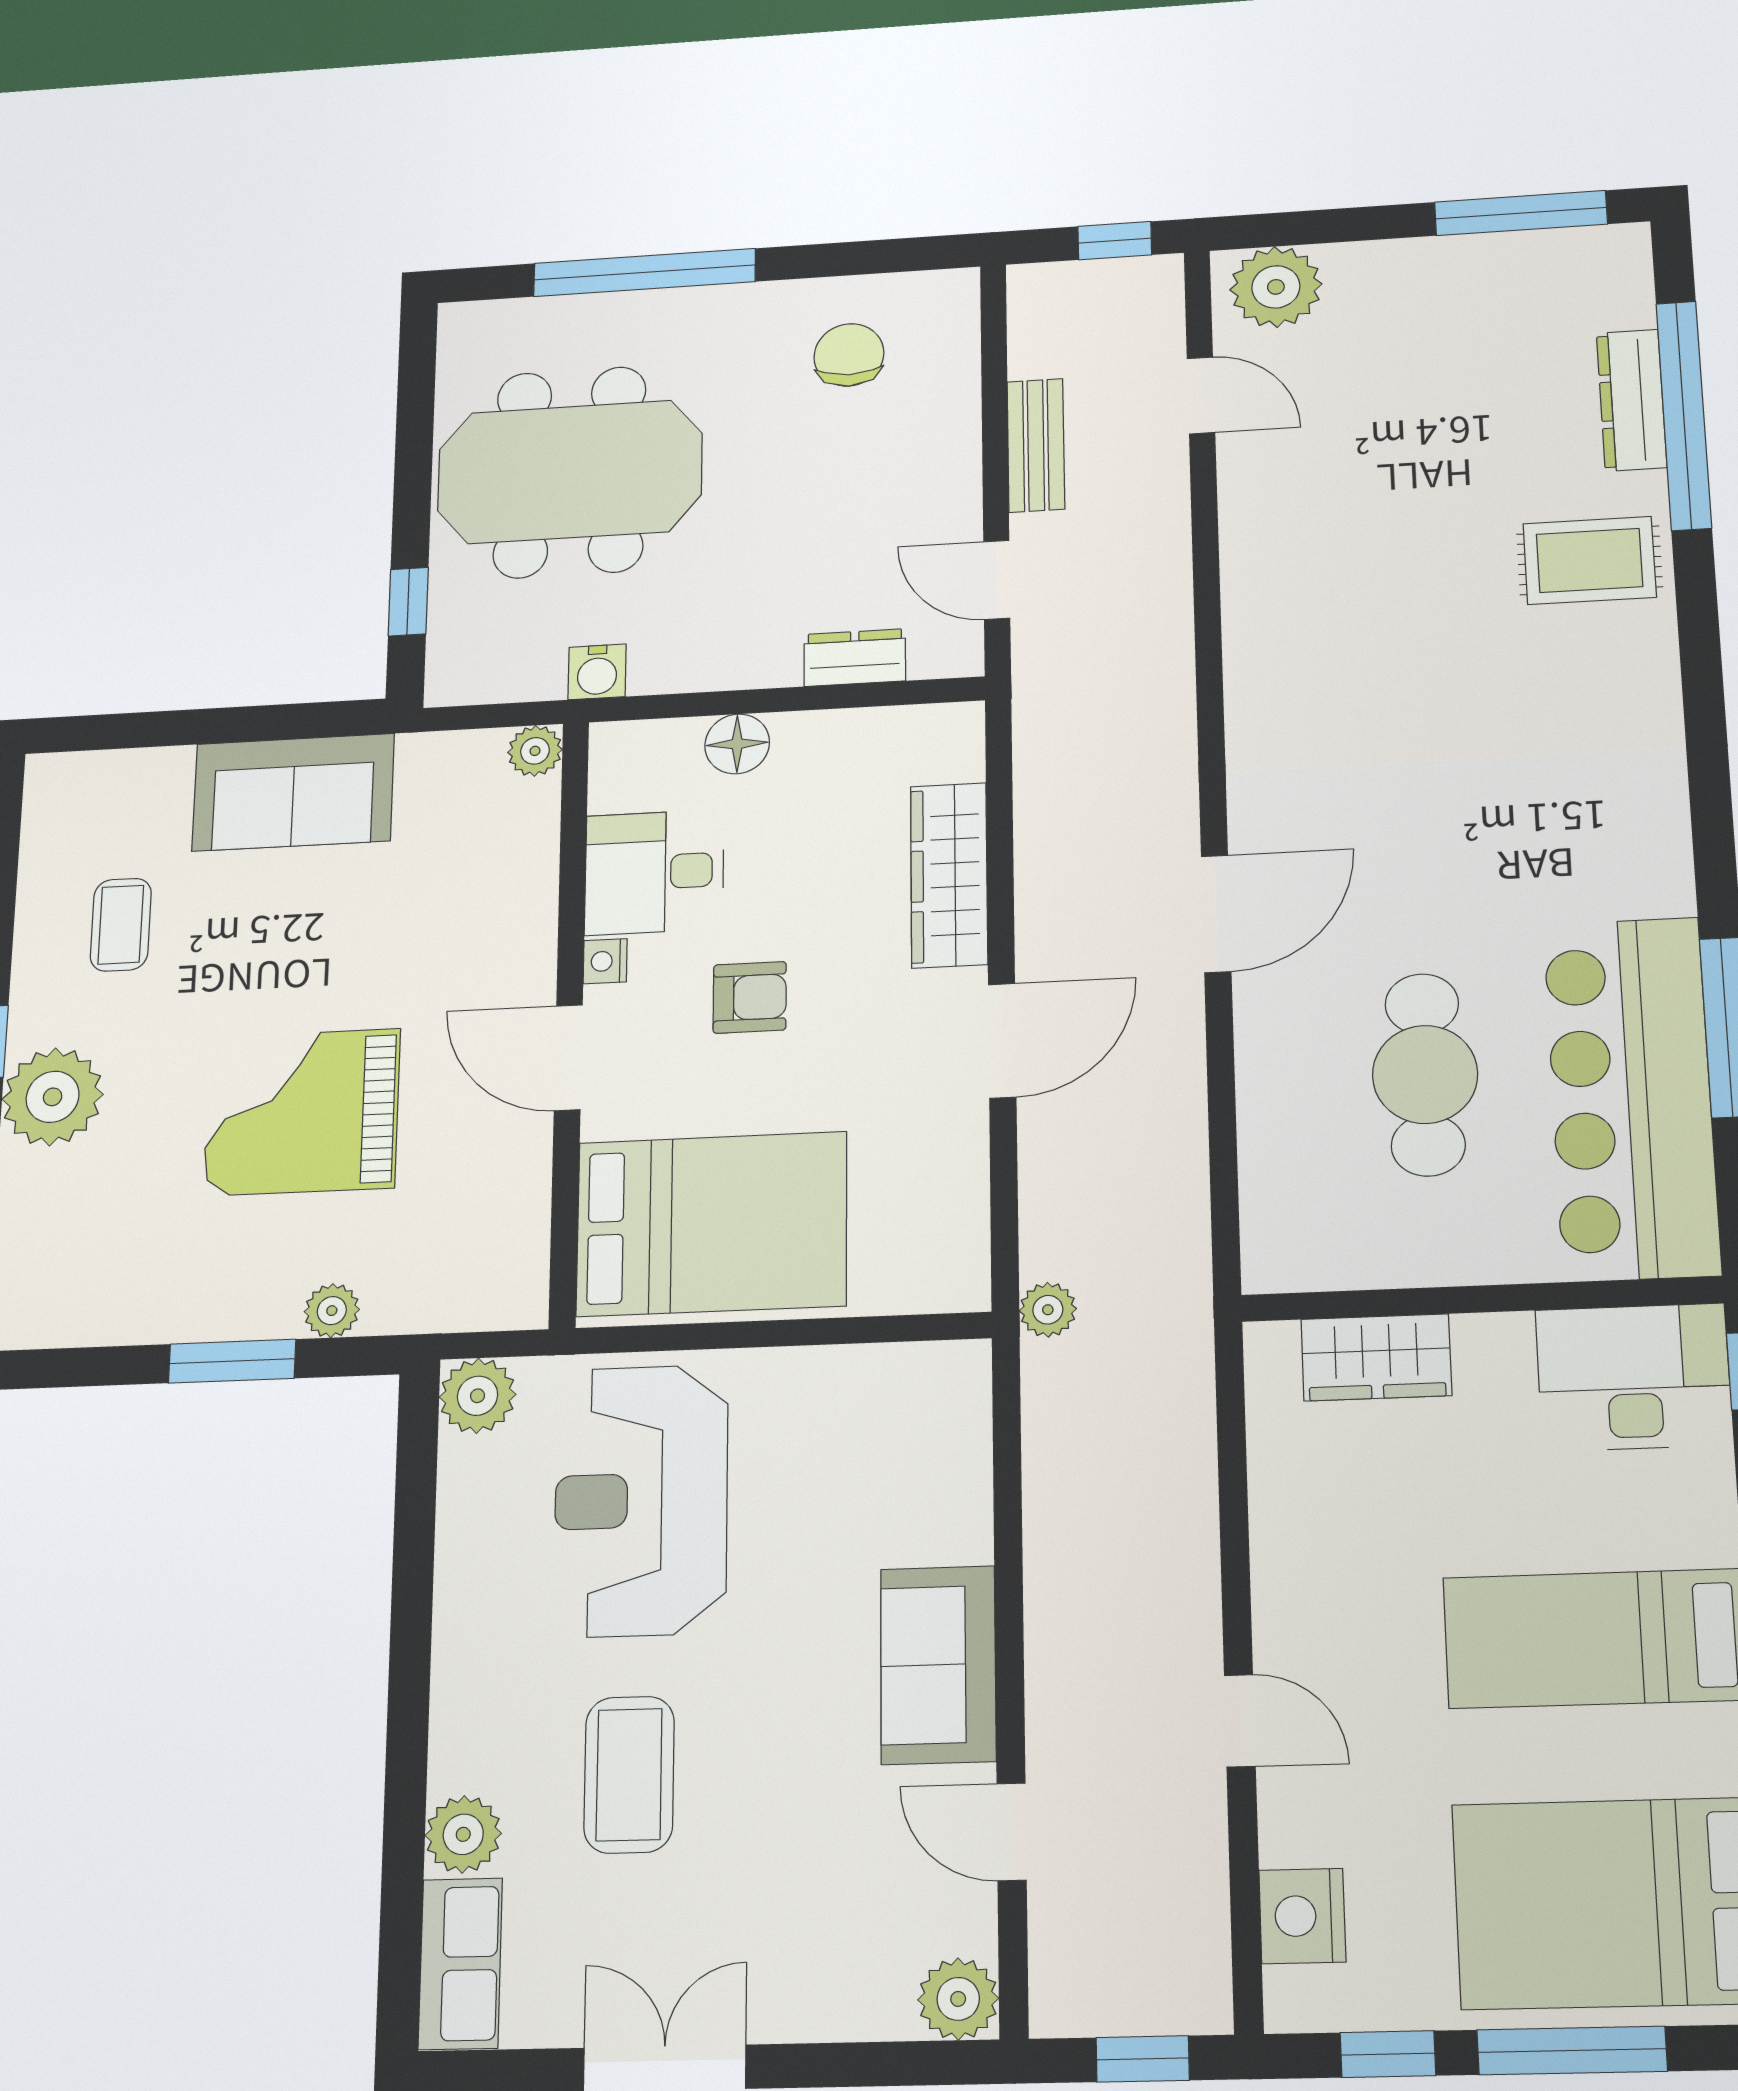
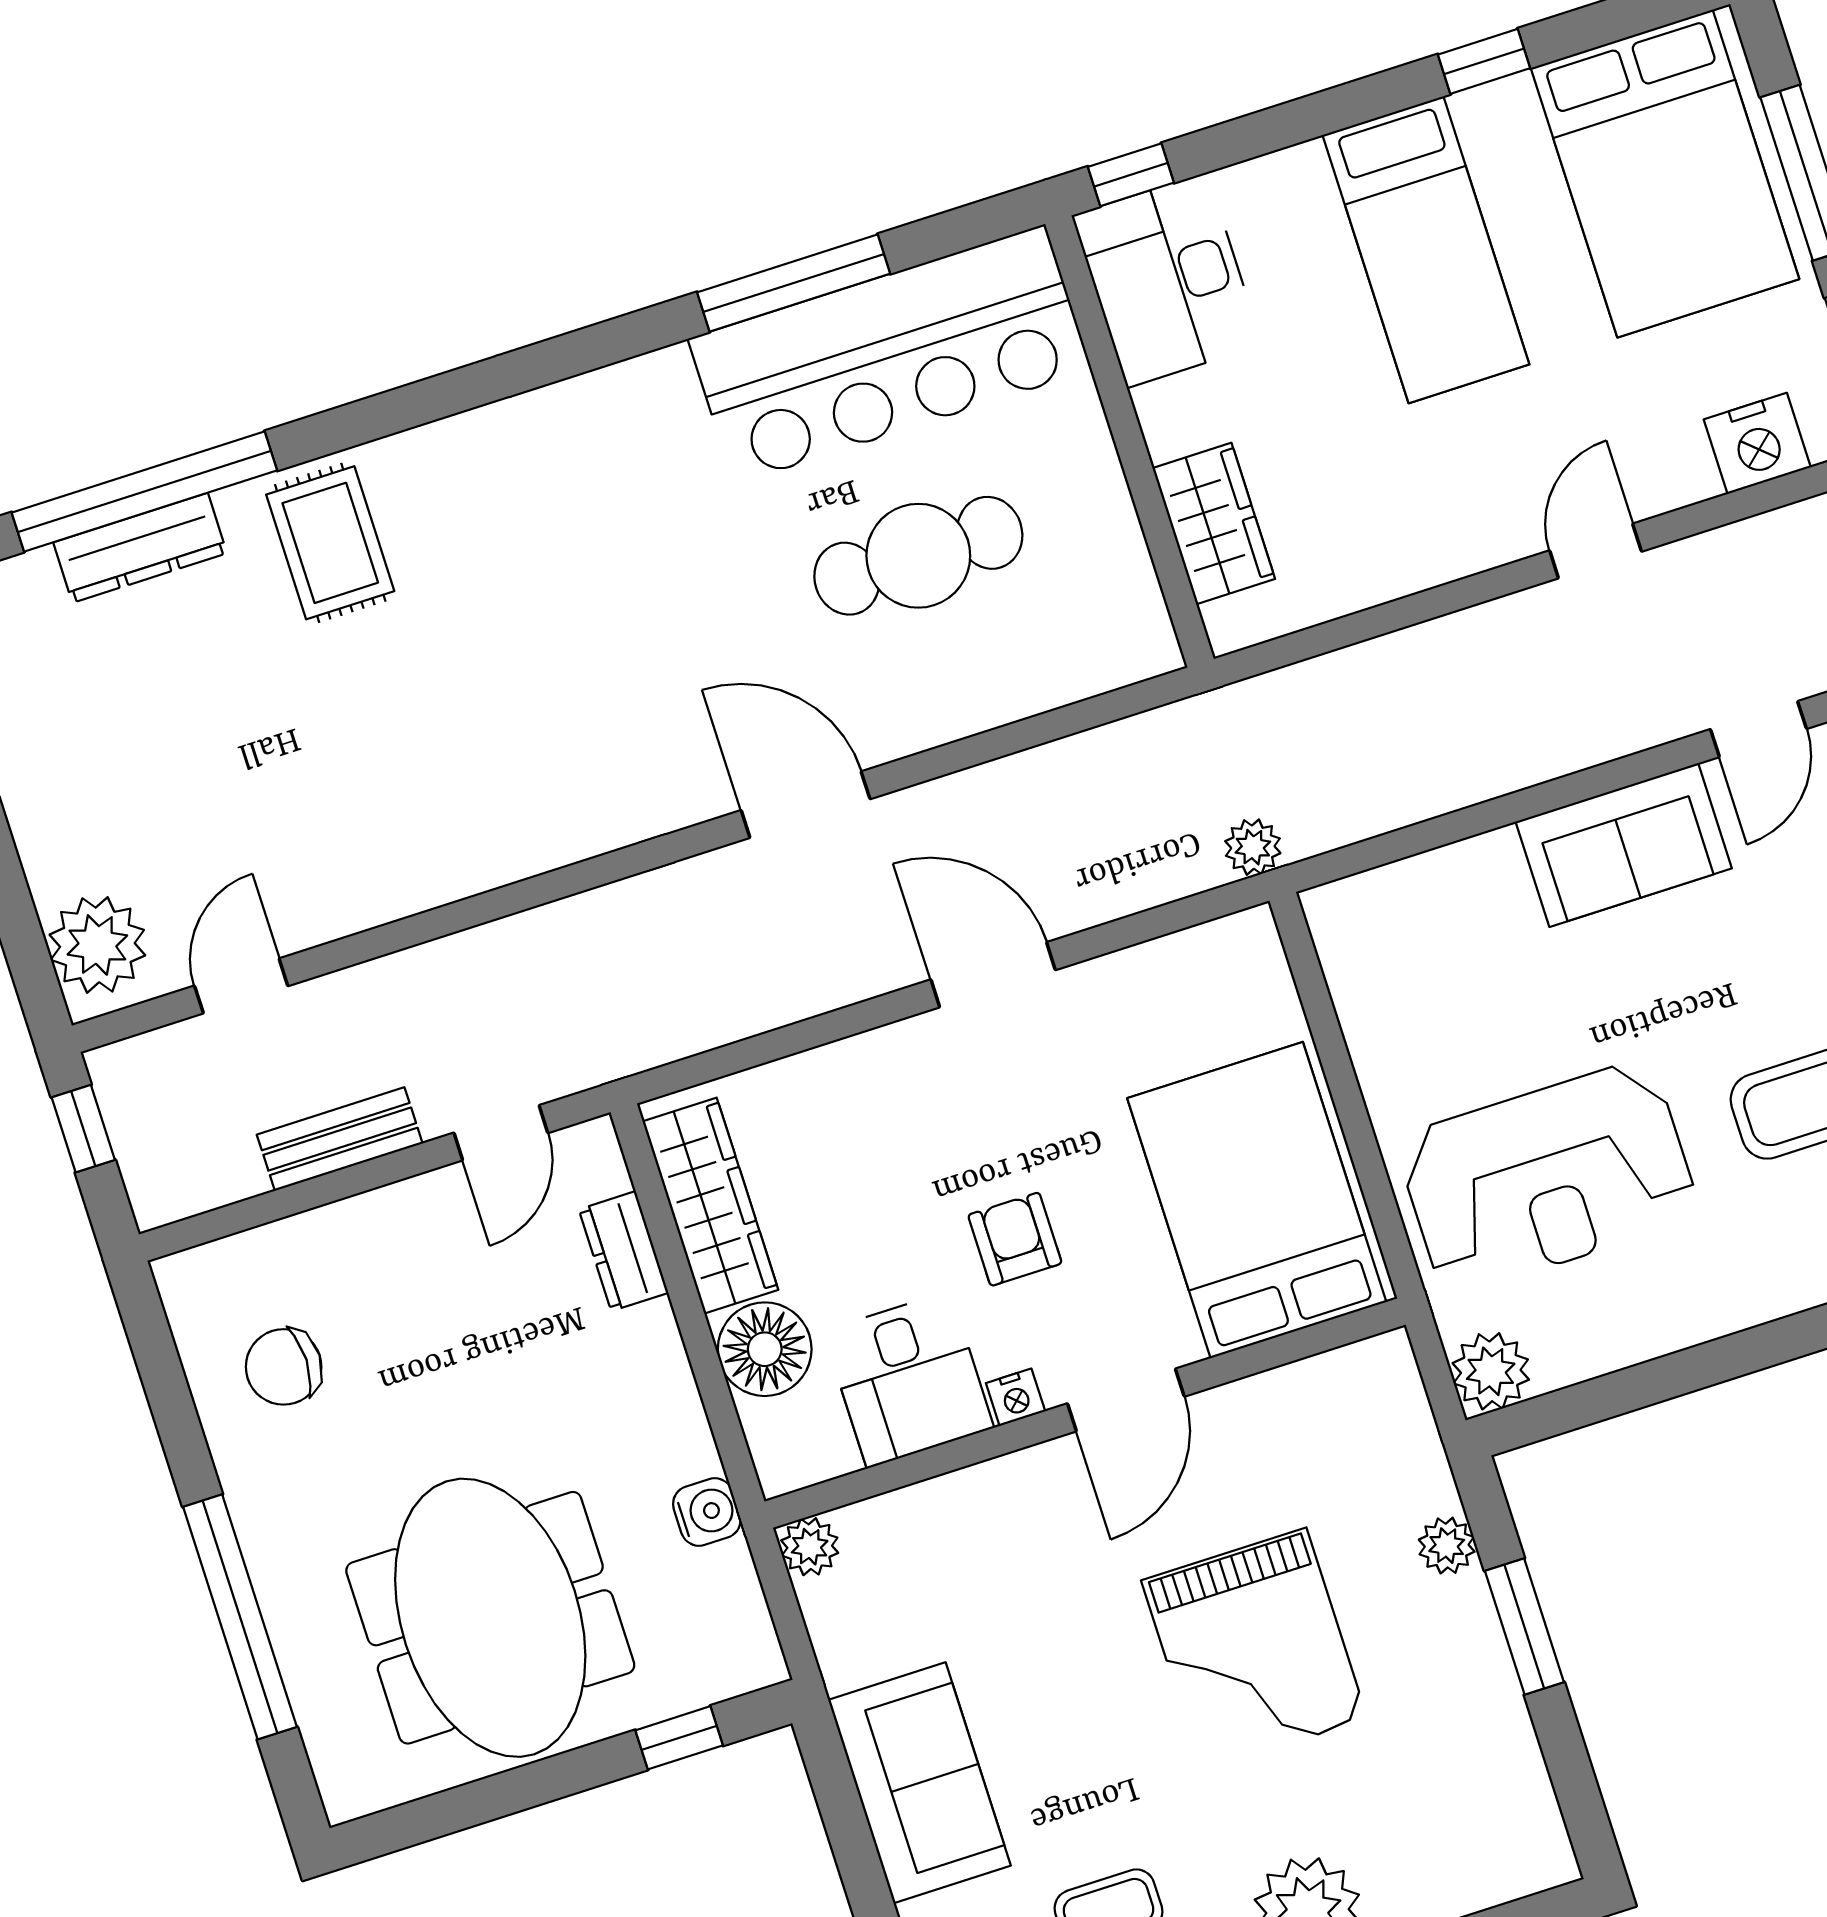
floor lamp: (737, 744) -> (765, 1349), width x1.38, depth x1.38
wardrobe: (949, 875) -> (710, 1206), moved, turned -90

